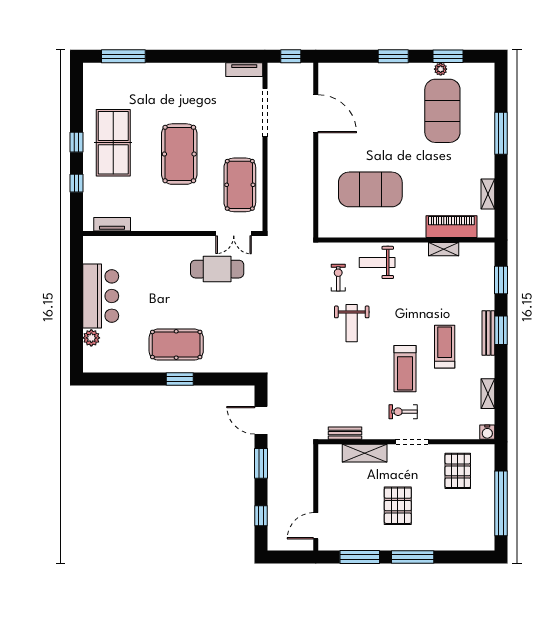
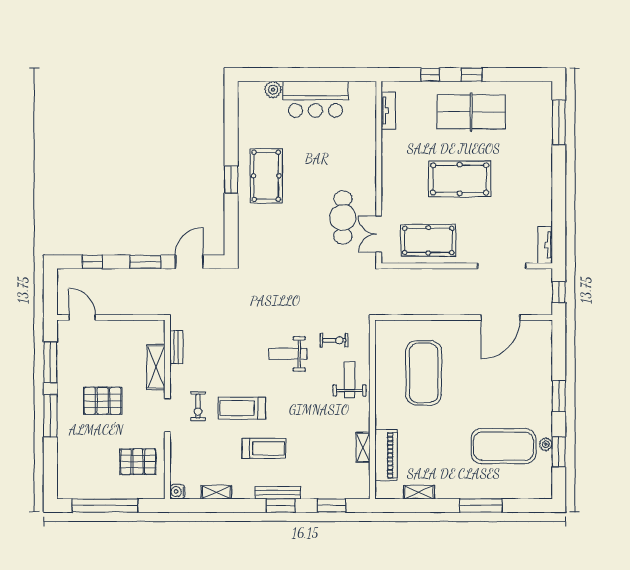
exercise bike: (403, 412) -> (198, 406), turned 180

